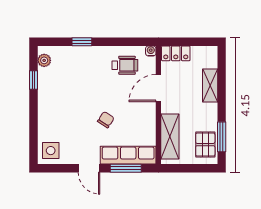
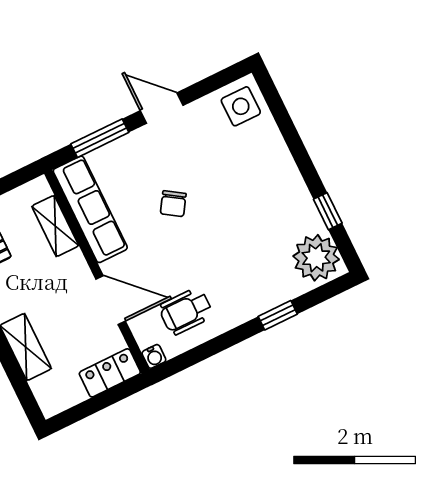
plant: (44, 60) -> (316, 258), width x1.87, depth x1.87
door: (158, 88) -> (111, 300), hinge flipped
shelving: (170, 137) -> (55, 226), width x0.67, depth x0.75
row of seats: (128, 155) -> (90, 209), moved, turned -90

